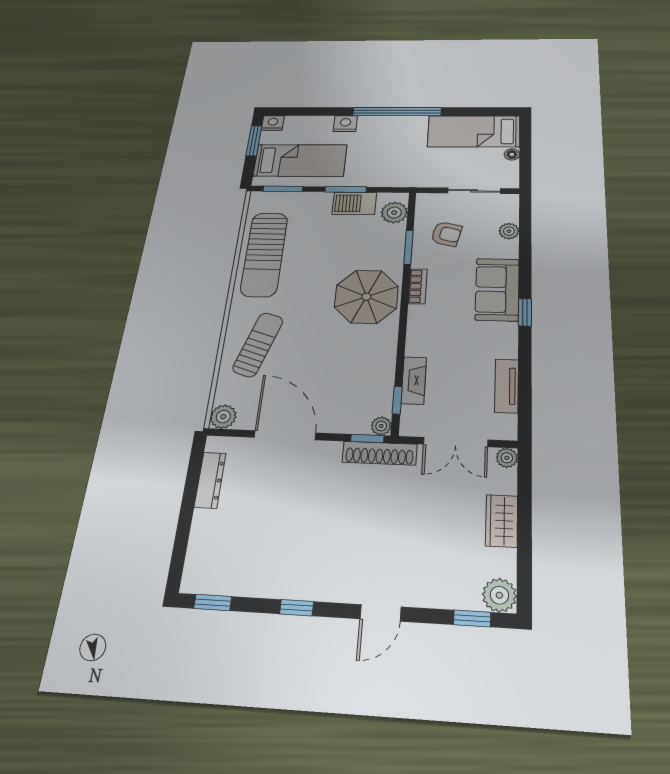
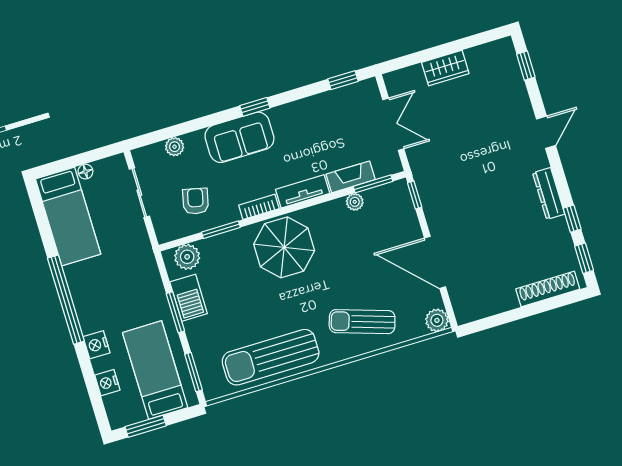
nightstand: (273, 123) -> (107, 383), moved
sun lounger: (264, 254) -> (271, 357), turned 180
tv unit: (507, 386) -> (303, 191), moved, turned 180
window: (397, 400) -> (373, 184), width x1.50
window: (525, 406) -> (343, 80), added
plant: (381, 426) -> (355, 202), moved
door: (285, 435) -> (435, 262), hinge flipped
shoe rack: (380, 453) -> (548, 289), moved, turned -90
plant: (507, 458) -> (393, 80), removed
dresser: (210, 480) -> (549, 193), moved, turned -90
plant: (499, 595) -> (502, 52), removed
window: (297, 608) -> (572, 219), moved
door: (381, 613) -> (546, 132), hinge flipped

